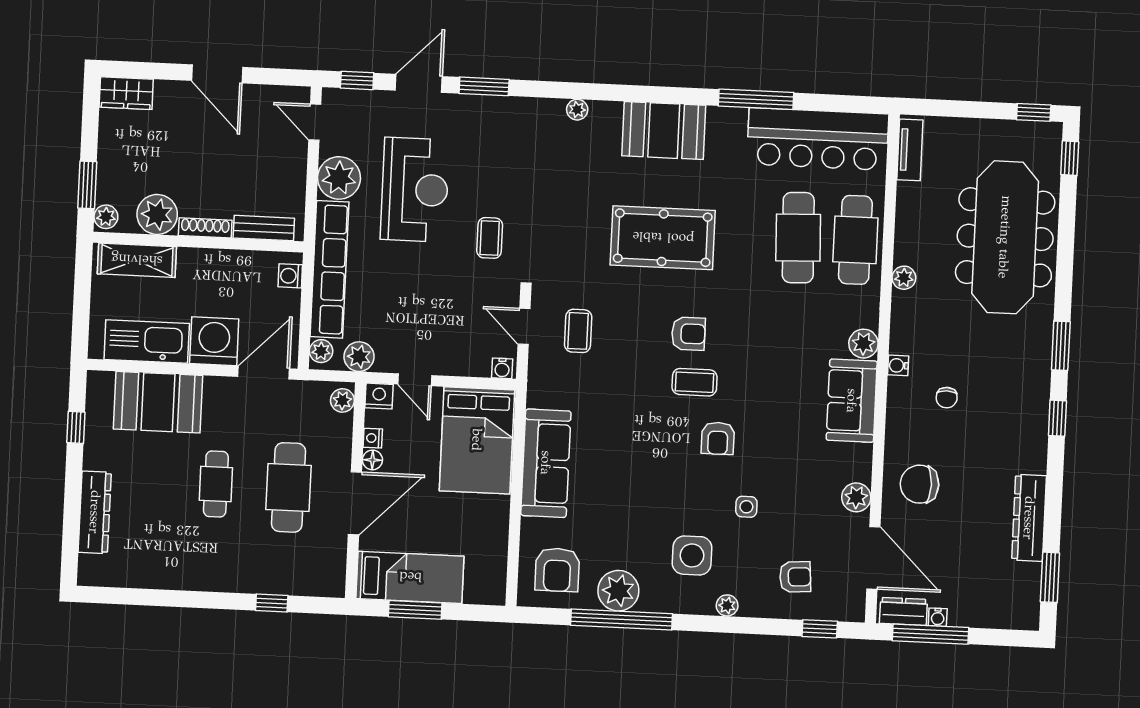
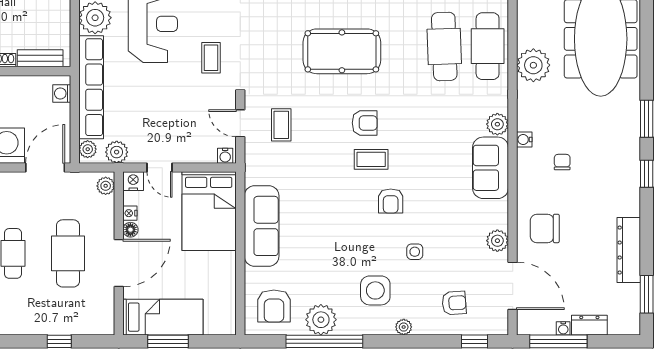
plant: (904, 278) -> (533, 65), width x1.88, depth x1.88
chair: (947, 398) -> (562, 162), turned 180
dresser: (903, 611) -> (589, 325), moved

